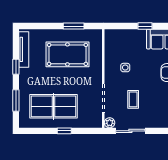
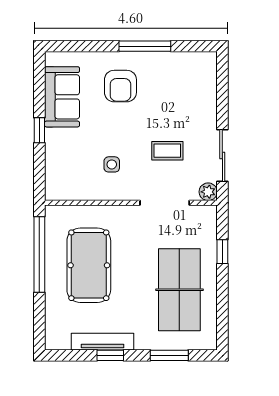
window: (74, 26) -> (39, 255), width x2.11
tv unit: (24, 49) -> (102, 342), moved
window: (64, 131) -> (222, 252), moved

